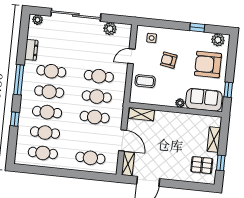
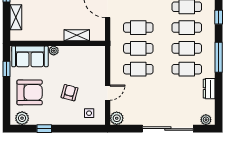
plant: (110, 29) -> (117, 118), moved
armchair: (169, 60) -> (70, 93), turned -84
coffee table: (145, 81) -> (91, 69), removed
shelving: (142, 114) -> (77, 35), moved

